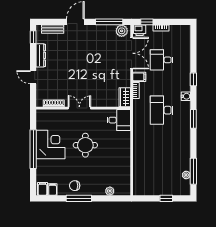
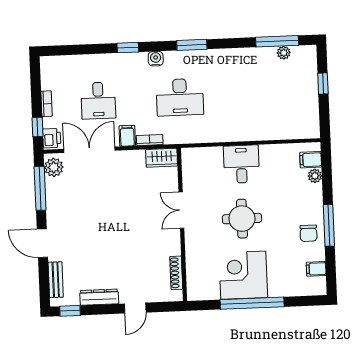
double door: (79, 108) -> (181, 210), moved
desk: (119, 120) -> (241, 164), moved
filing cabinet: (42, 189) -> (311, 160), moved

